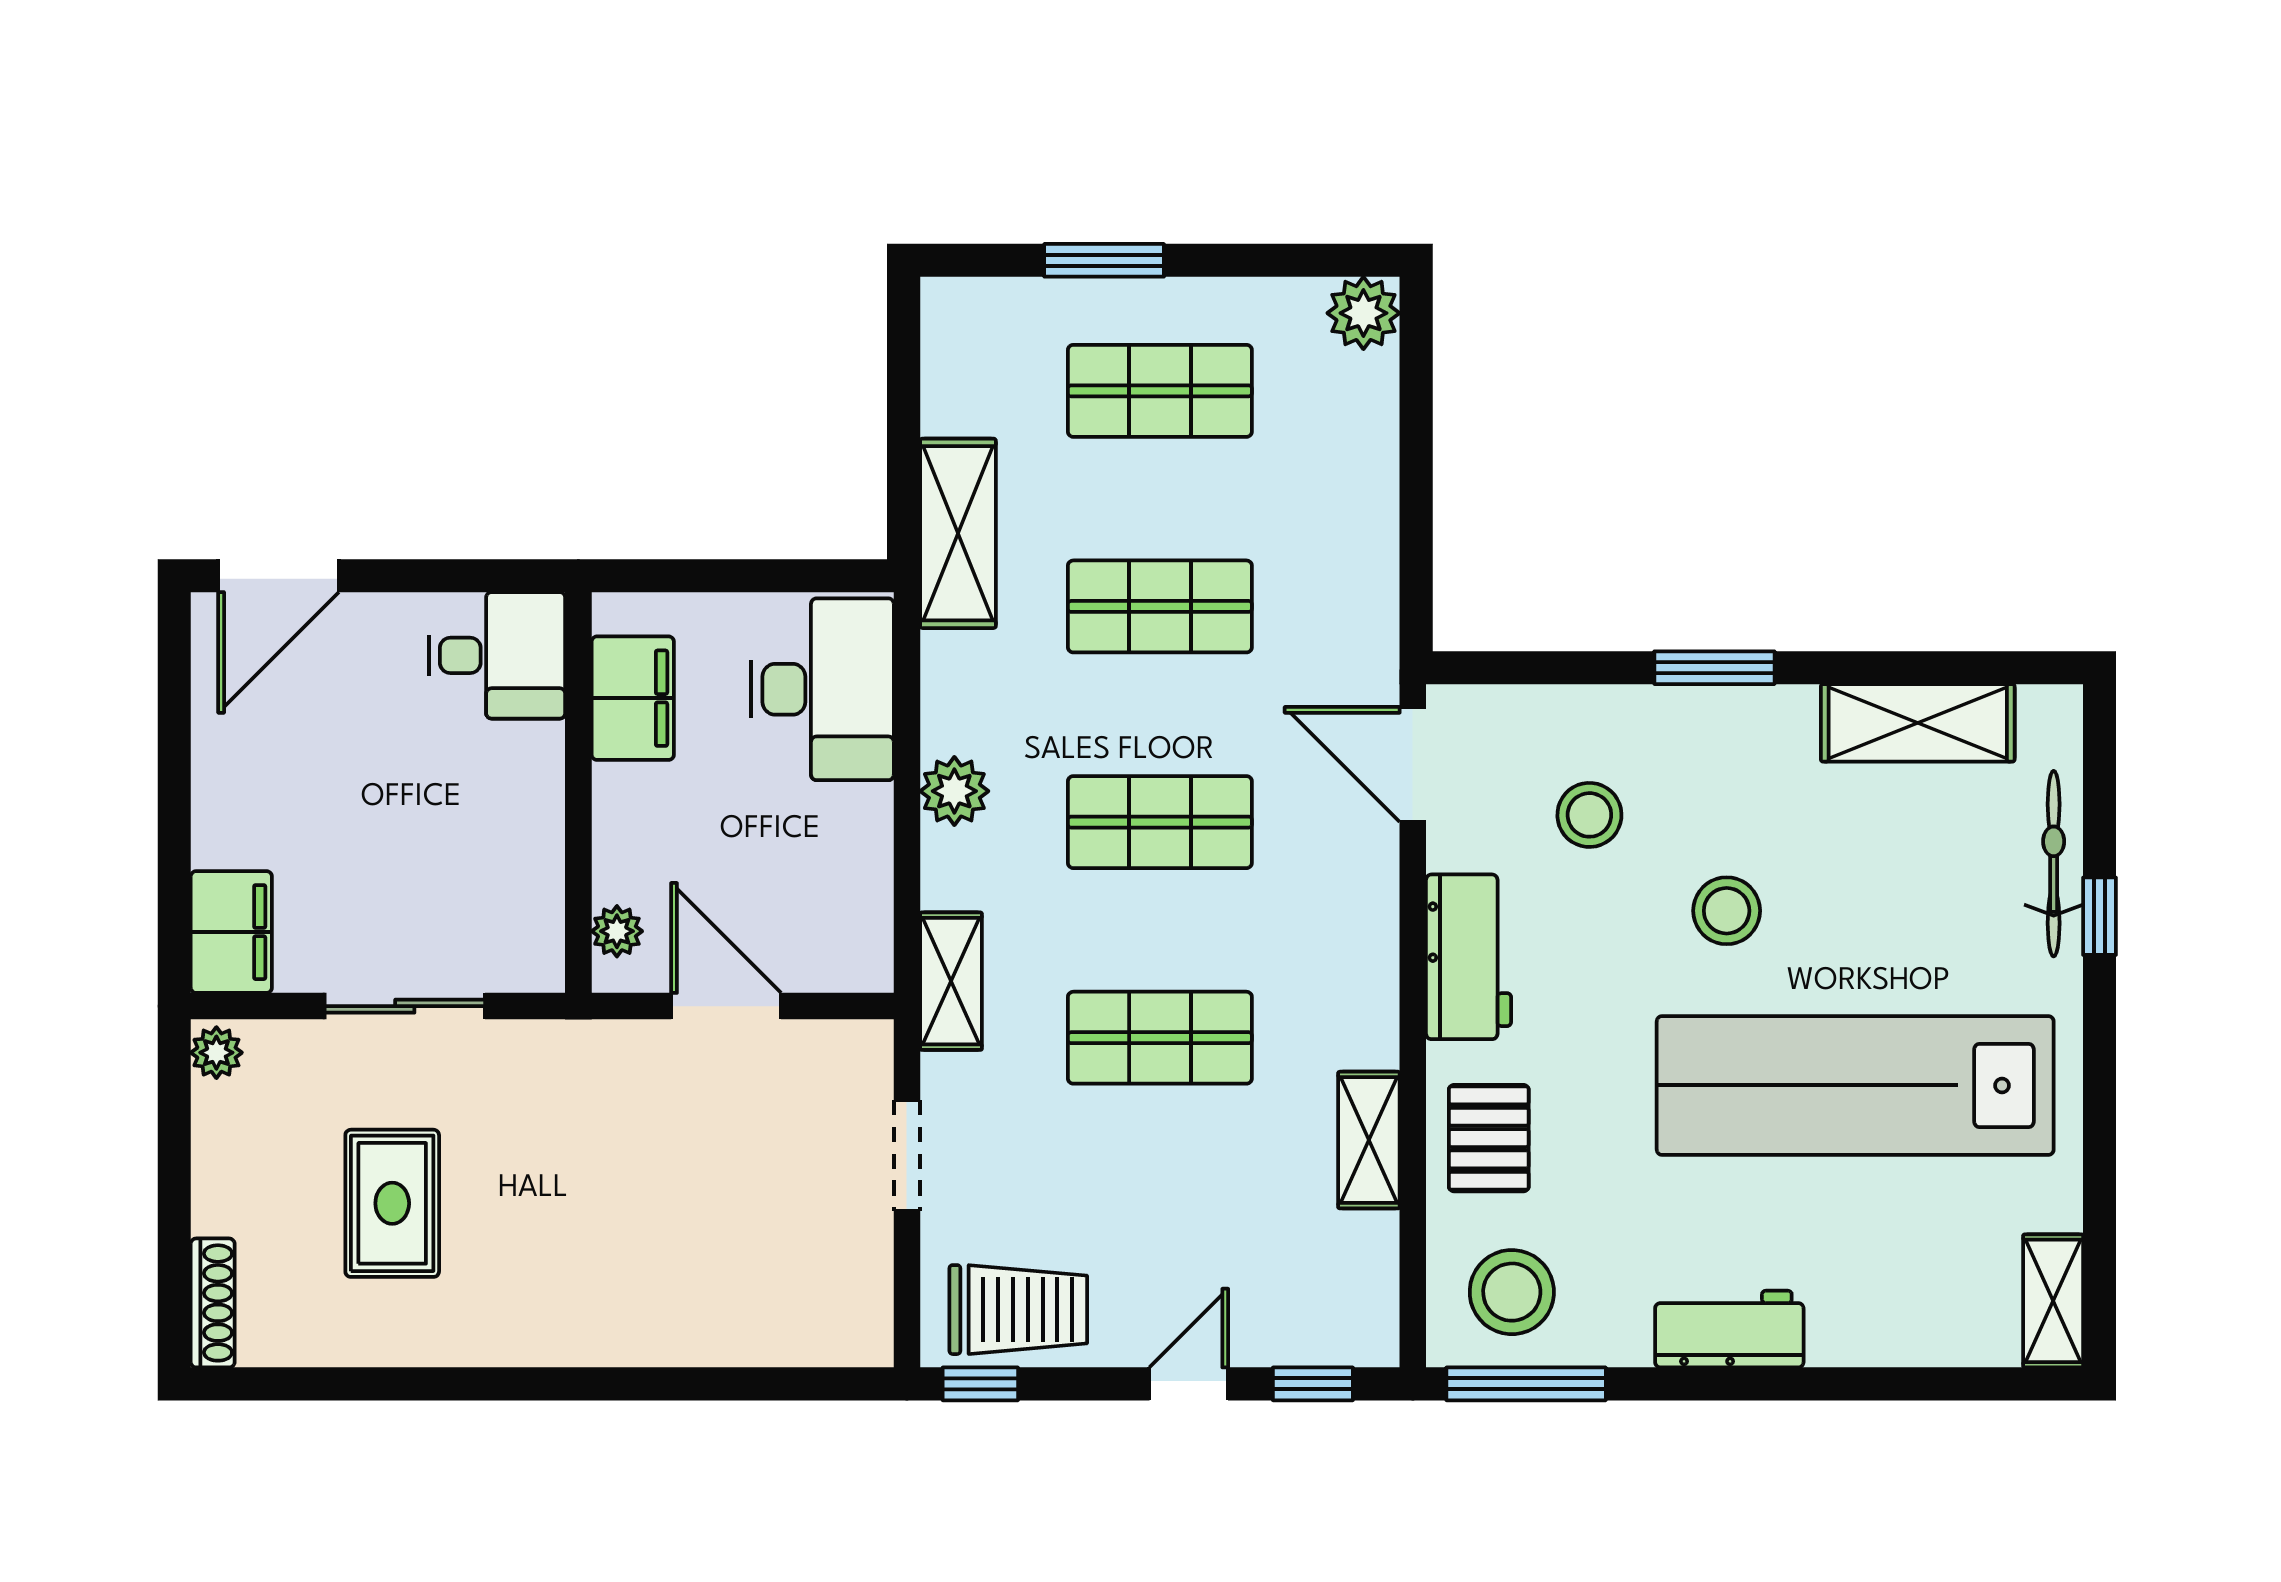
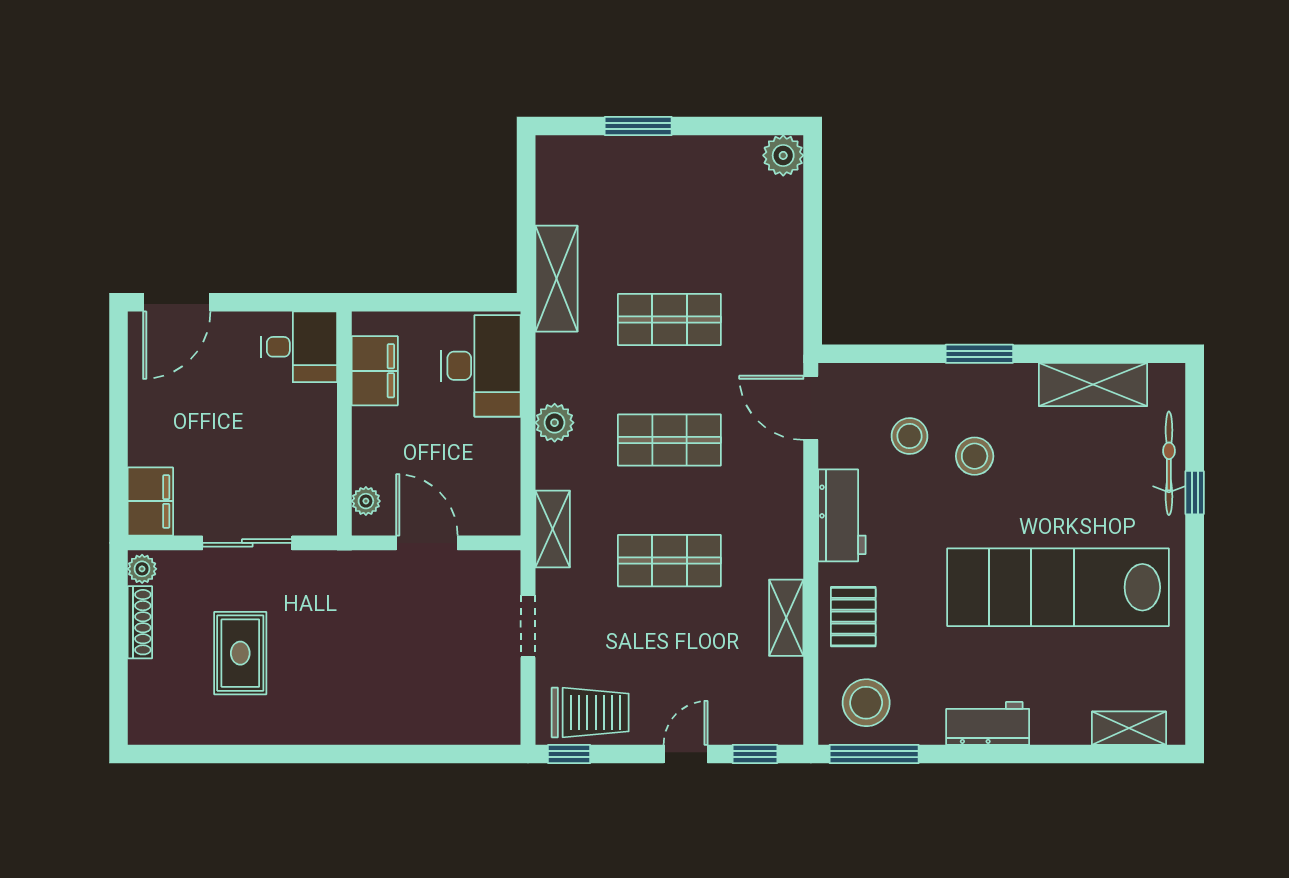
shop shelf: (1160, 391) -> (669, 199), removed
stool: (1727, 911) -> (975, 456), moved
shelving: (2053, 1301) -> (1129, 728), moved, turned 90
shoe rack: (213, 1303) -> (140, 622), moved

